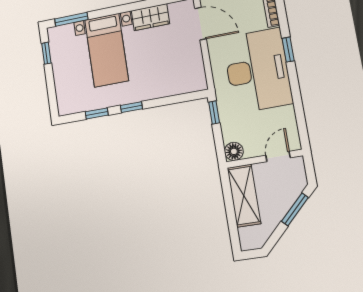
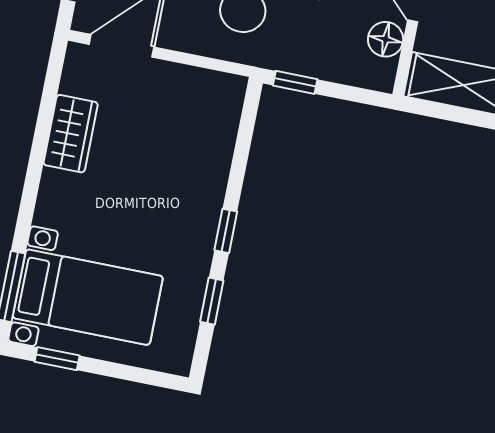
bed with nightstands: (107, 50) -> (88, 297), moved
floor lamp: (234, 151) -> (386, 39), moved

